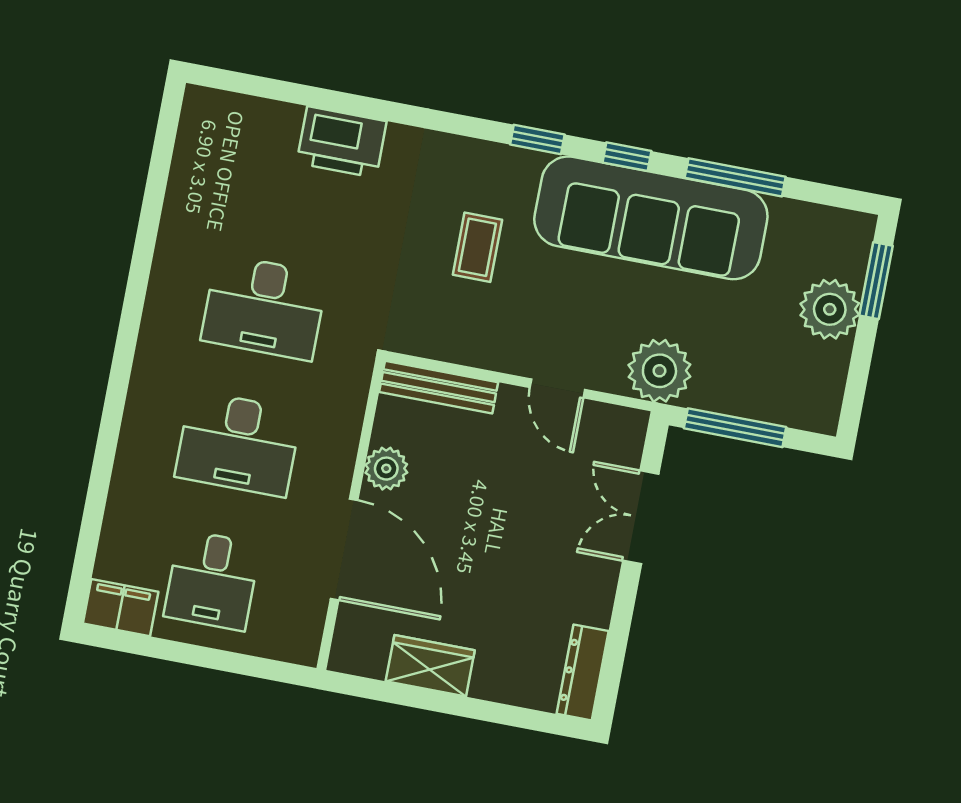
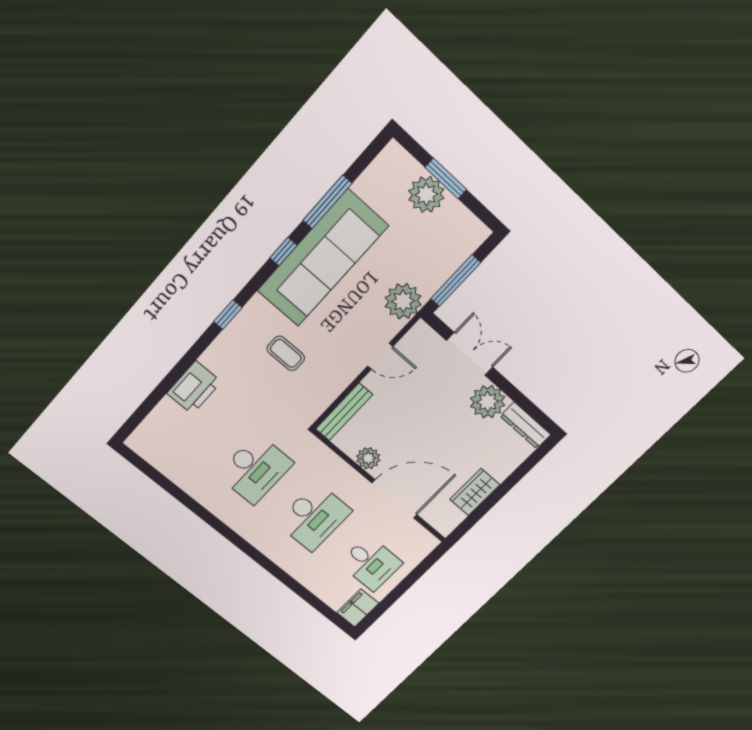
window: (537, 140) -> (228, 315), moved
window: (876, 281) -> (446, 178), moved
double door: (641, 517) -> (470, 354), swing flipped
plant: (585, 591) -> (488, 402), added

